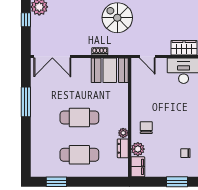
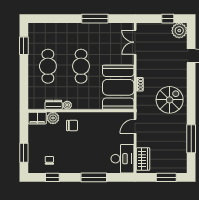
double door: (52, 57) -> (135, 42), width x0.73
booth: (110, 70) -> (118, 87), width x1.36, depth x1.42

